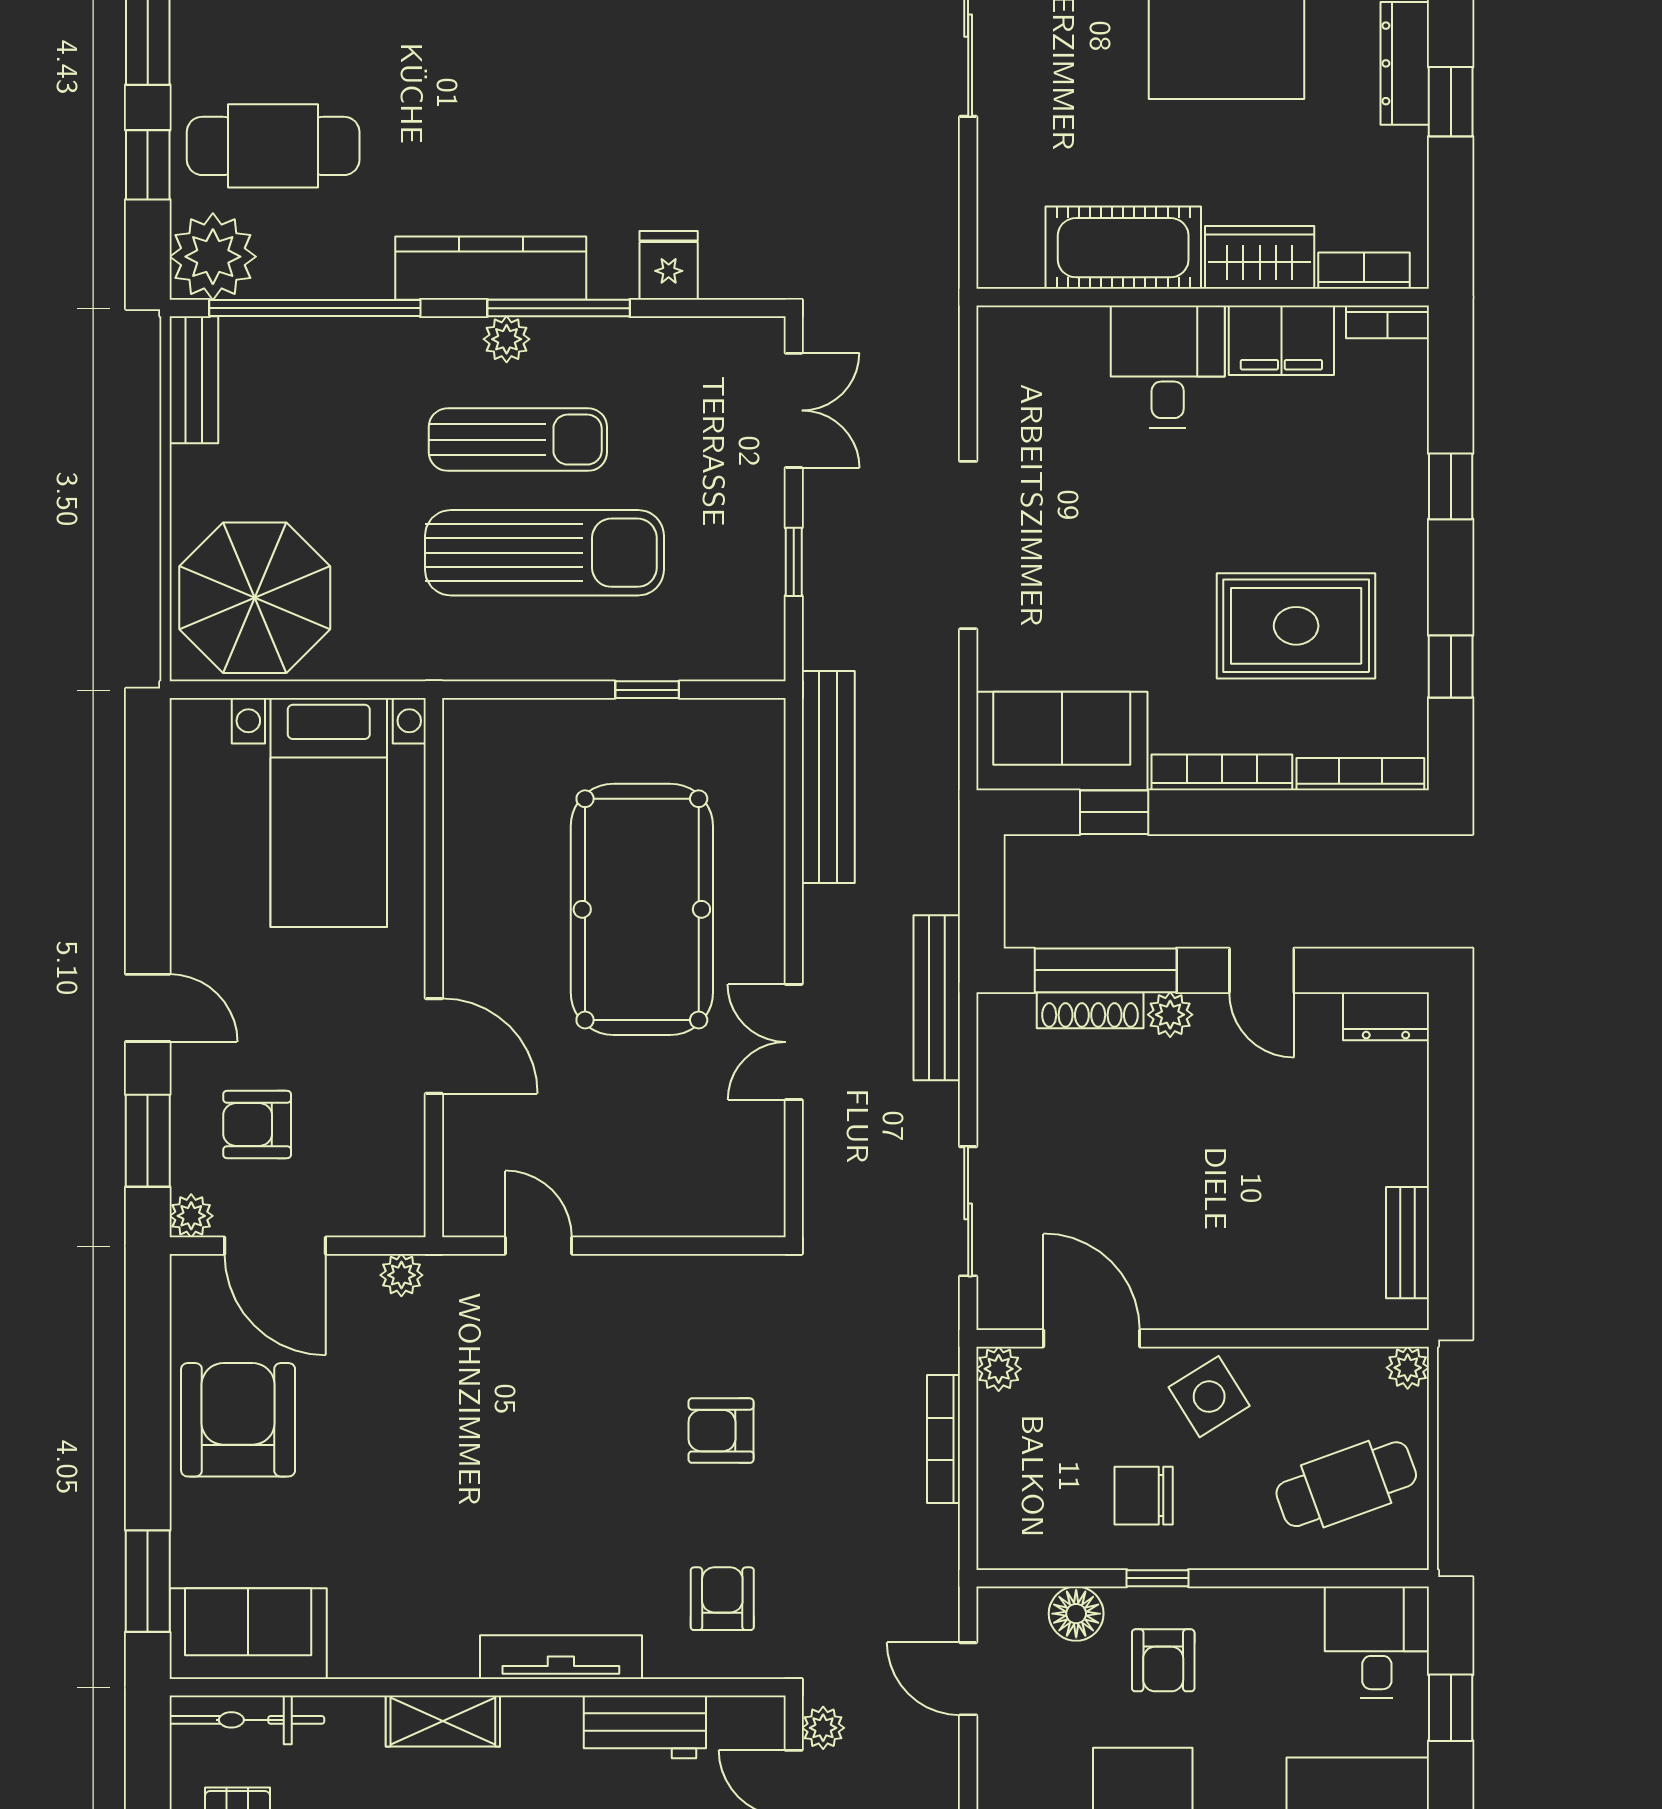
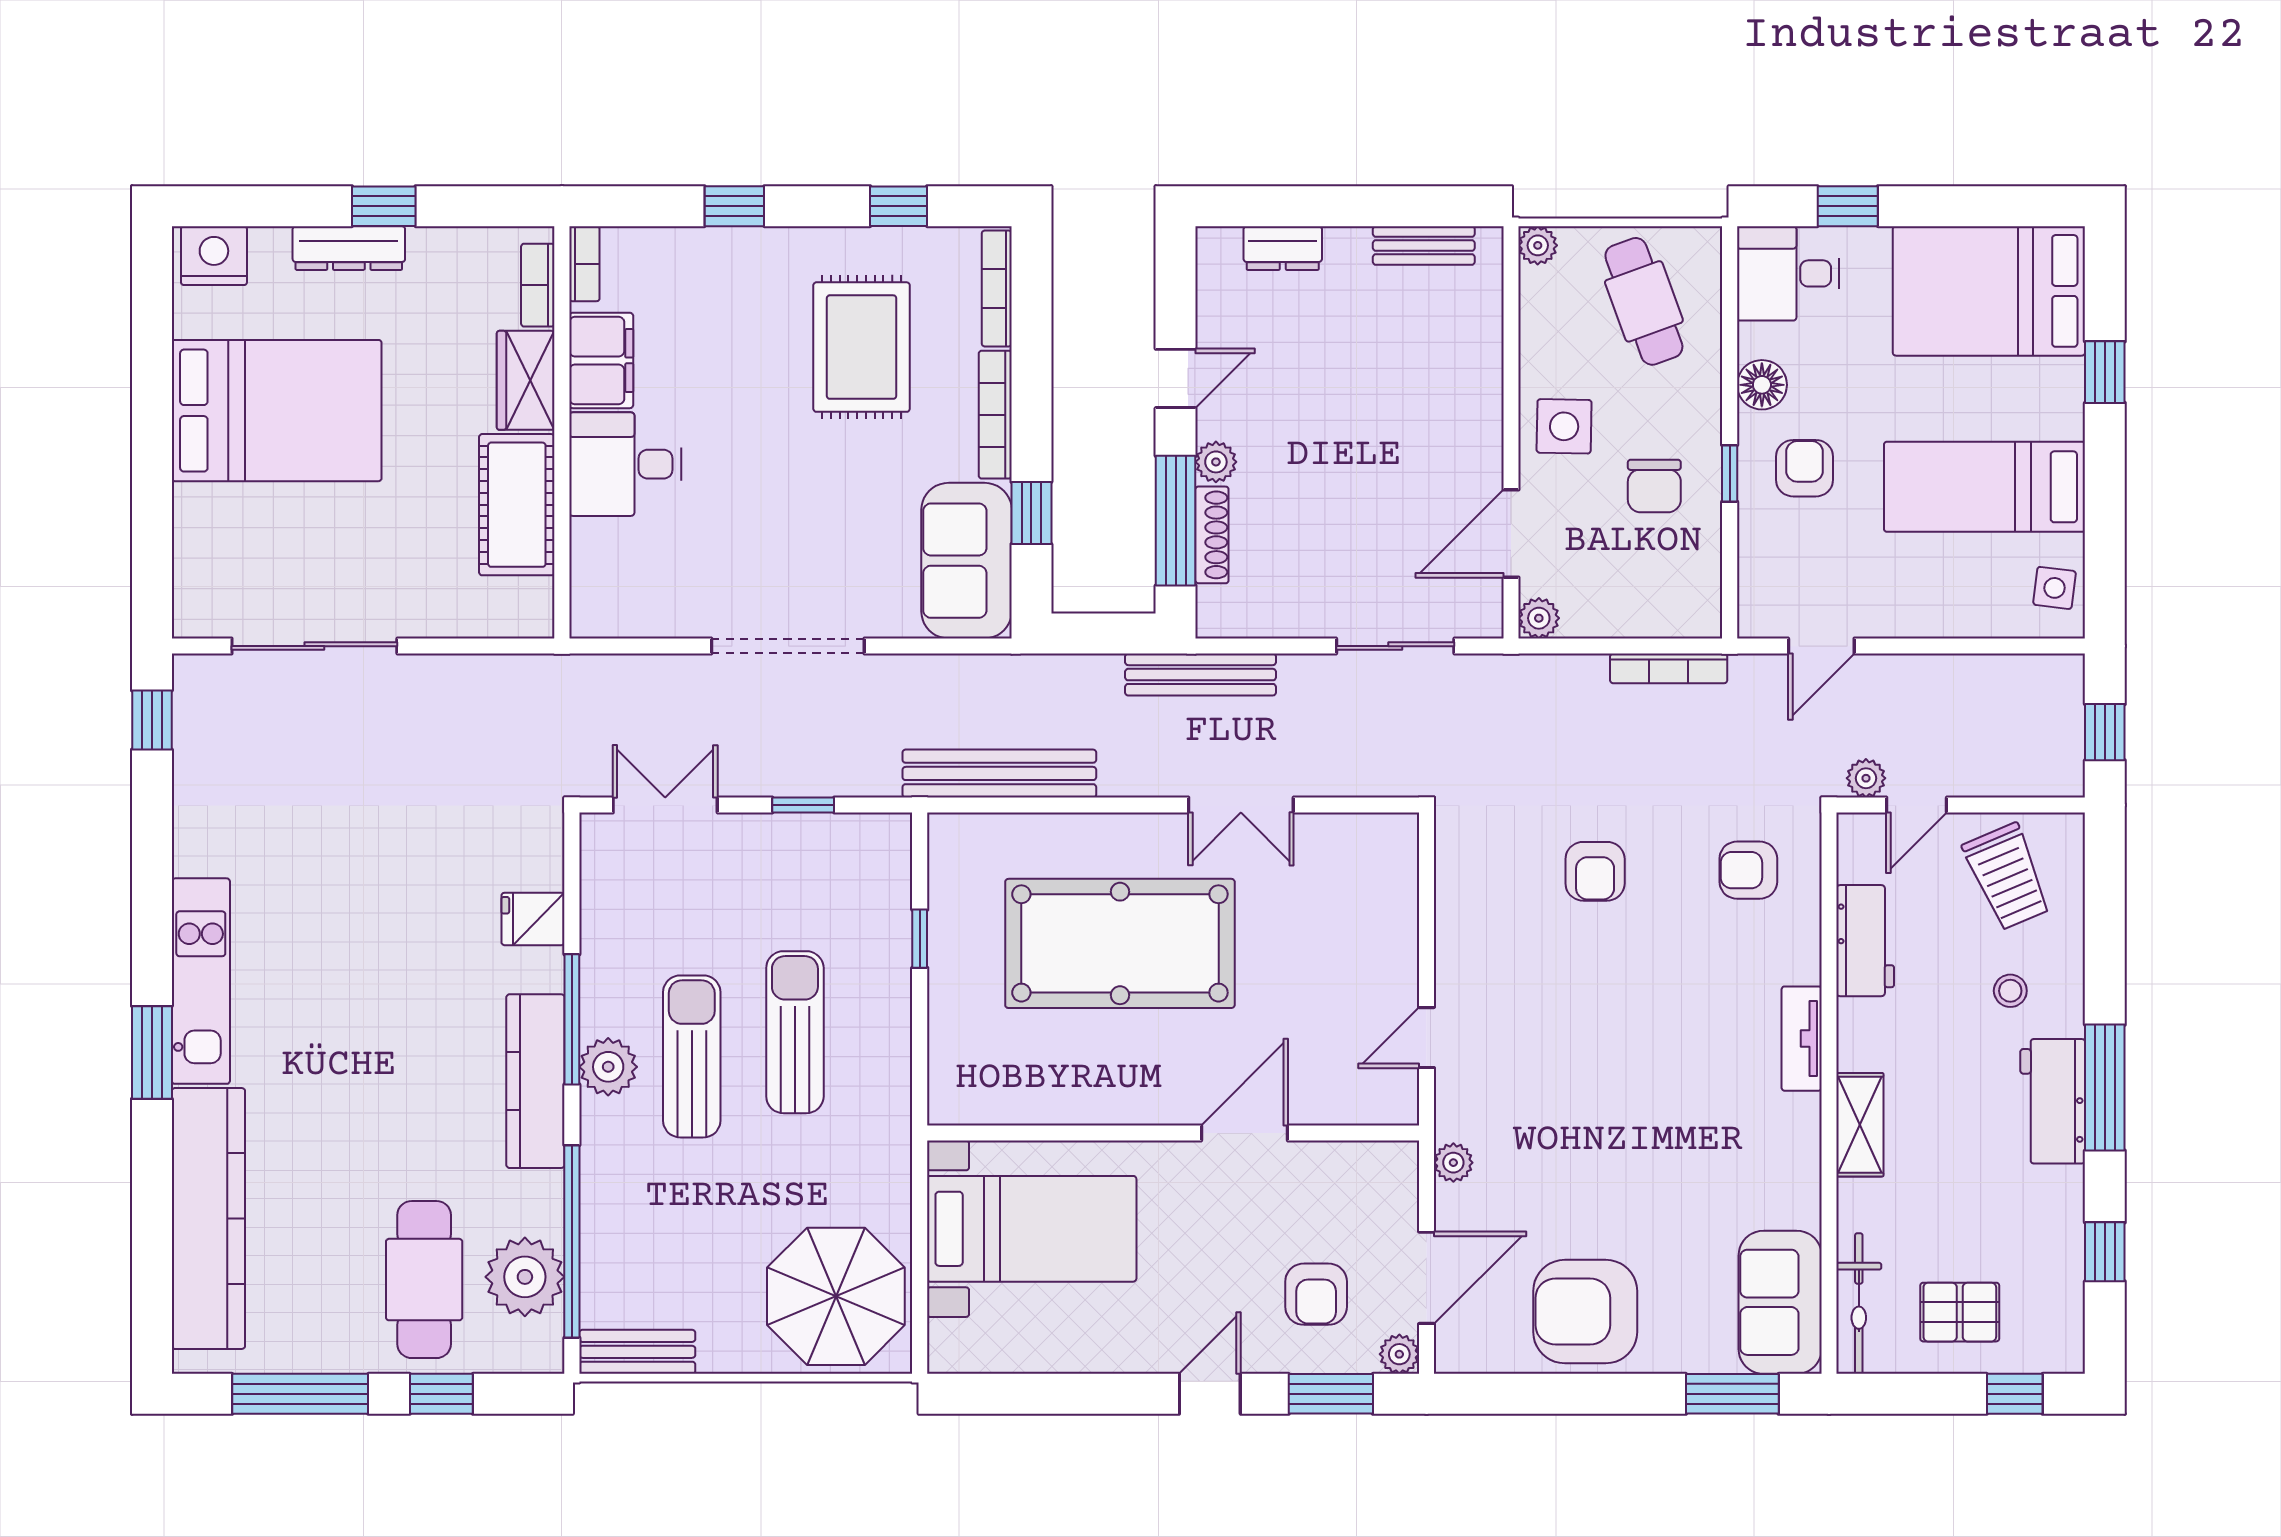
plant: (213, 257) -> (525, 1277), moved
plant: (507, 339) -> (608, 1067), width x1.38, depth x1.38
sun lounger: (544, 553) -> (795, 1032), width x0.73, depth x0.75
dresser: (1386, 1016) -> (1283, 248), moved, turned 90
side table: (1209, 1397) -> (1564, 426), turned 33
bookcase: (944, 1439) -> (1669, 668), moved
floor lamp: (1076, 1614) -> (1762, 385), moved
tv unit: (561, 1657) -> (1802, 1039), width x0.71
armchair: (1163, 1660) -> (1805, 468), turned -90

